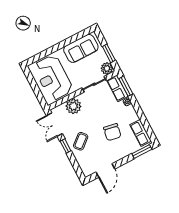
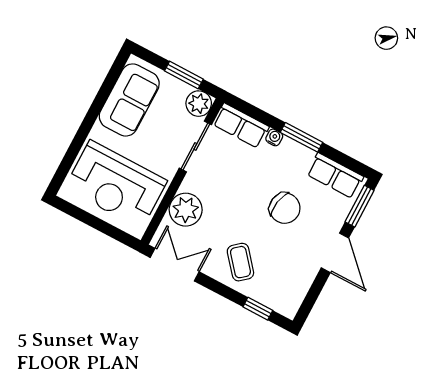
window: (126, 86) -> (302, 137), moved
double door: (54, 125) -> (175, 265), swing flipped
window: (66, 146) -> (258, 309), moved
door: (105, 170) -> (335, 253), moved

